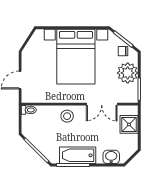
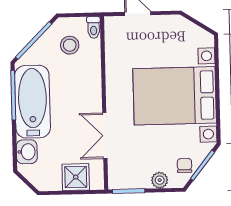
plant: (128, 73) -> (160, 180), width x0.53, depth x0.53
stool: (67, 116) -> (70, 45), moved
bathtub: (78, 155) -> (32, 102), width x1.36, depth x1.36

